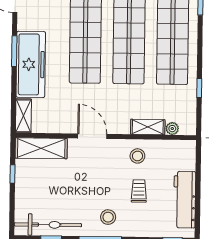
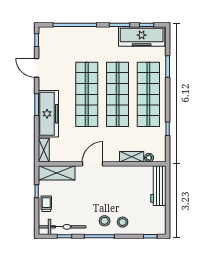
door: (92, 136) -> (93, 164), hinge flipped
stool: (137, 156) -> (123, 222), moved
trolley: (139, 191) -> (46, 204), moved
workbench: (185, 200) -> (158, 186), moved

